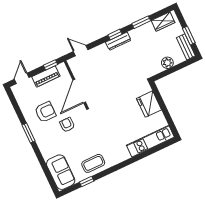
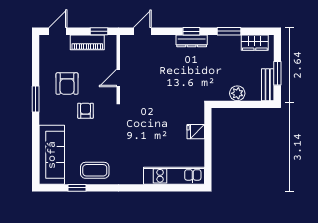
door: (81, 51) -> (142, 31), hinge flipped
door: (79, 91) -> (118, 78), width x0.53
fridge: (149, 104) -> (196, 132), width x0.53, depth x0.75
armchair: (45, 112) -> (67, 84), turned 90
sofa: (61, 172) -> (52, 155), width x1.36

